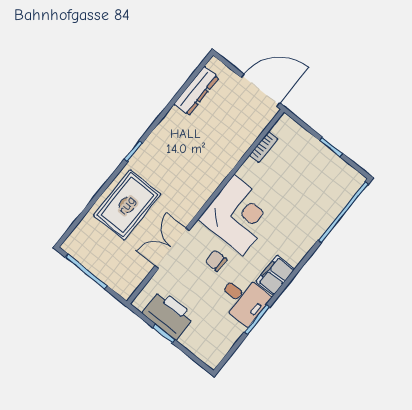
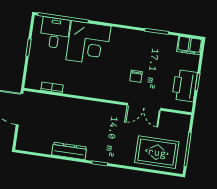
dresser: (196, 91) -> (69, 151), moved
rug: (127, 205) -> (157, 152), moved
corner desk: (238, 215) -> (88, 43), moved, turned 180
filing cabinet: (275, 275) -> (189, 46), moved
desk: (243, 299) -> (55, 33), moved

